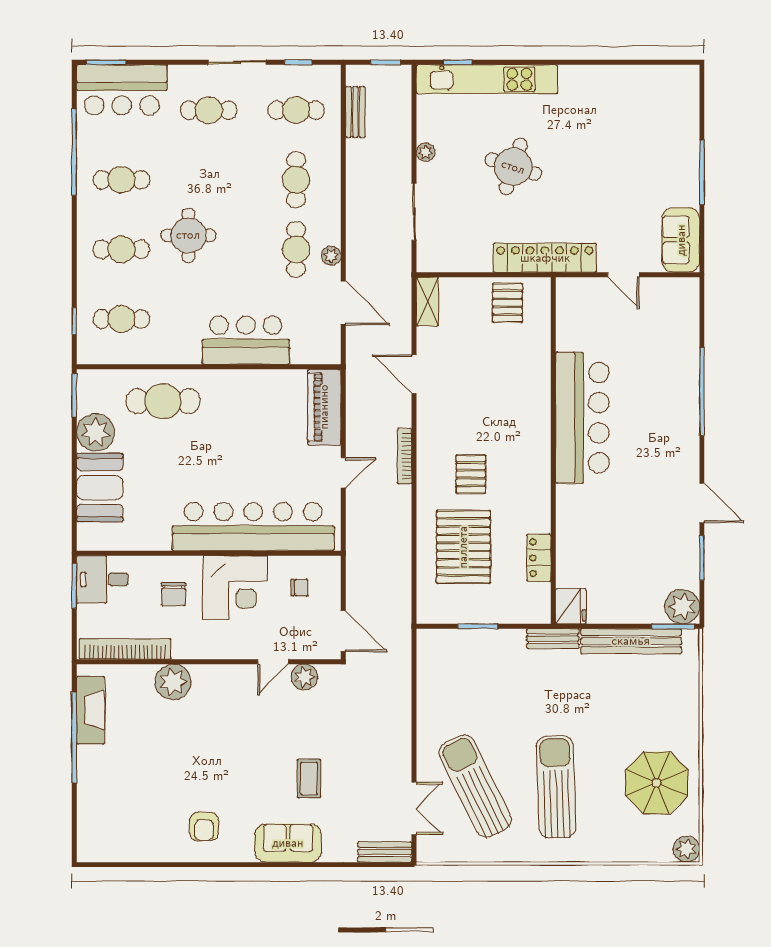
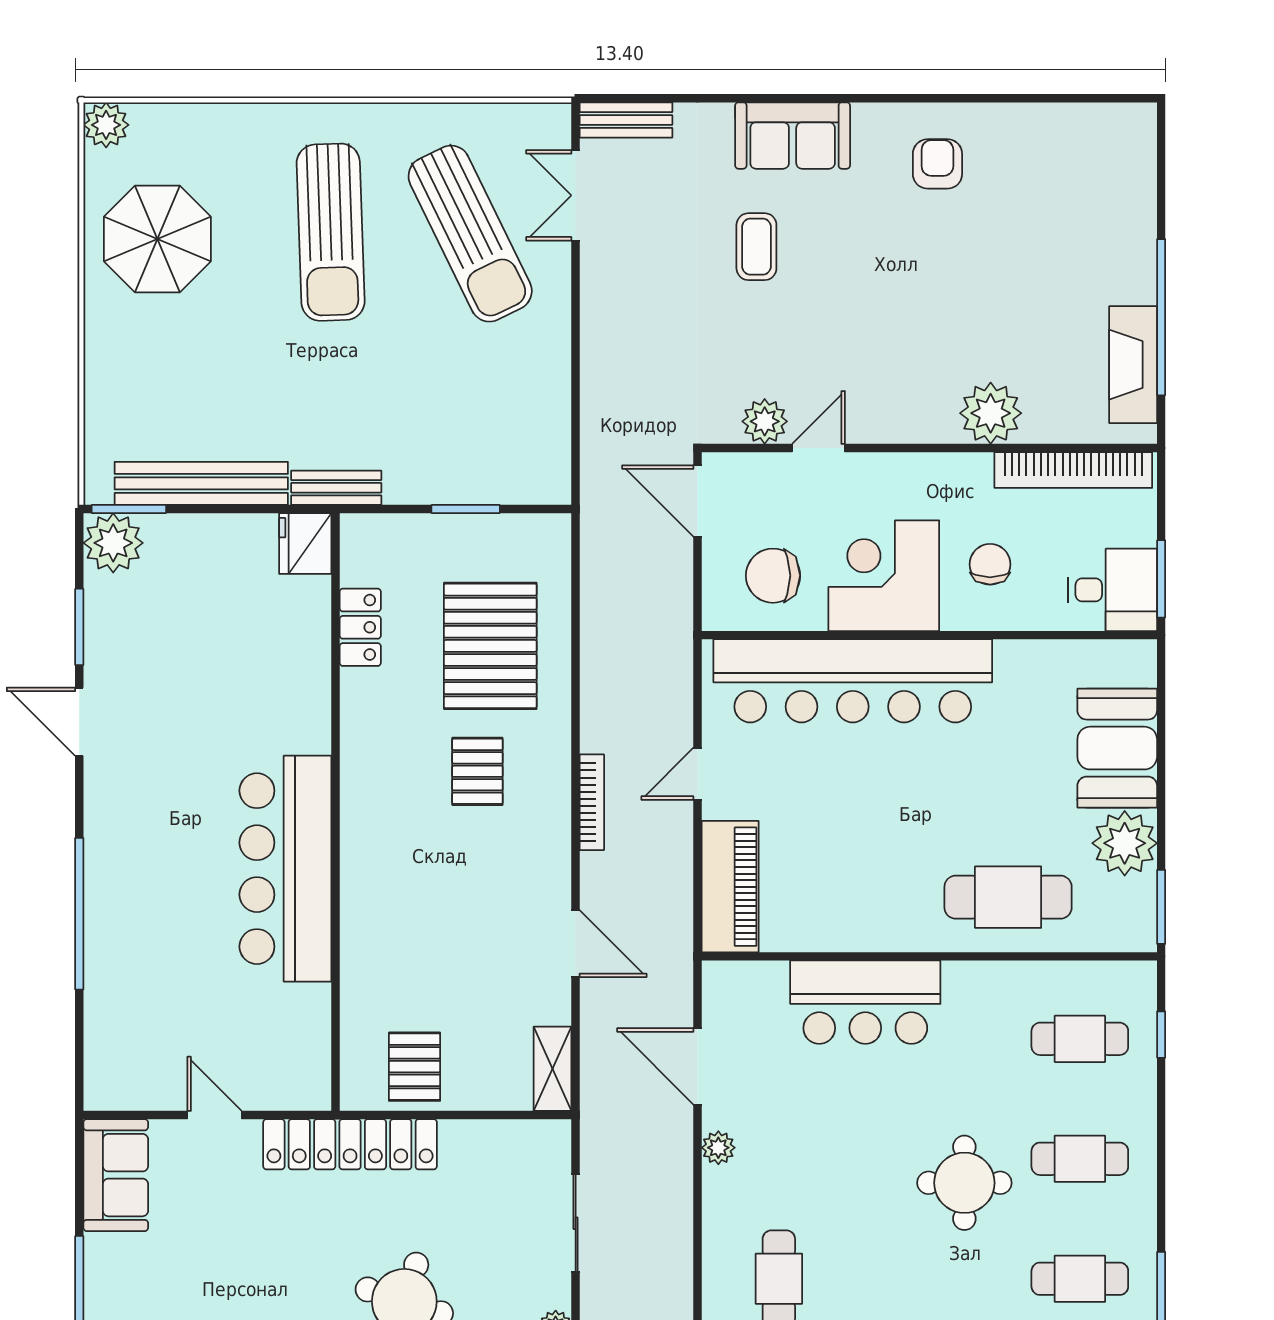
cafe table: (296, 249) -> (779, 1159), removed
chair: (299, 588) -> (773, 576), width x1.87, depth x1.87

